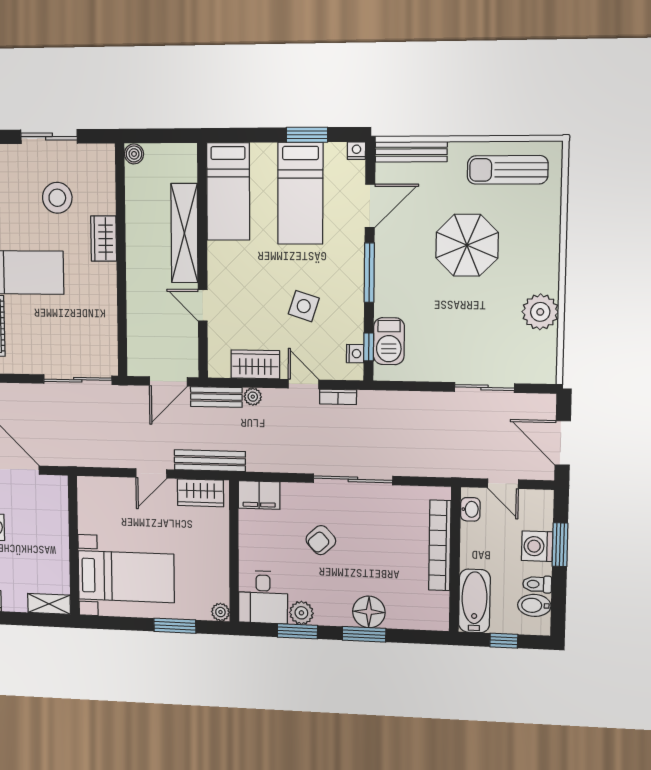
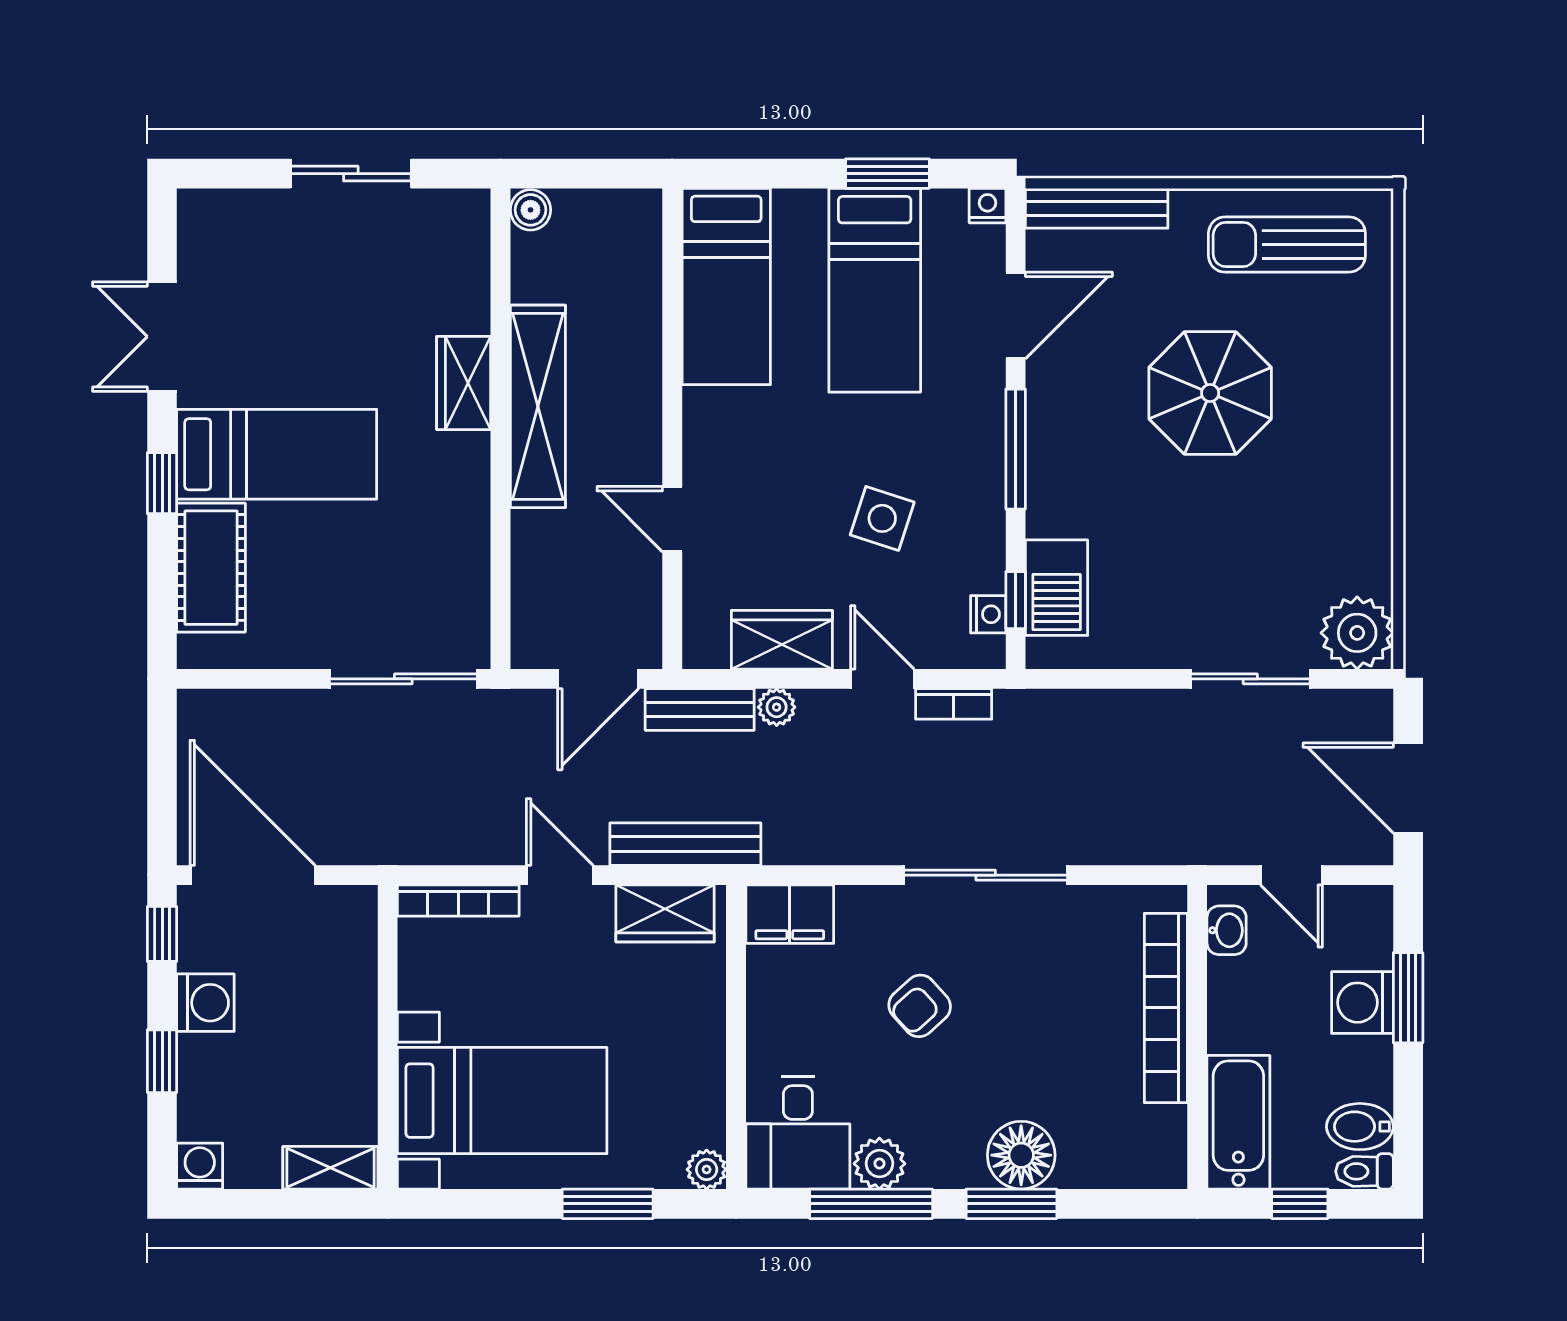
stool: (57, 198) -> (366, 299), removed
shelving: (184, 233) -> (538, 406), moved
plant: (540, 312) -> (1357, 633), moved
door: (151, 473) -> (560, 875), swing flipped
bookcase: (105, 484) -> (458, 900), added
toilet: (537, 584) -> (1364, 1171), moved
window: (297, 631) -> (871, 1204), width x1.44

